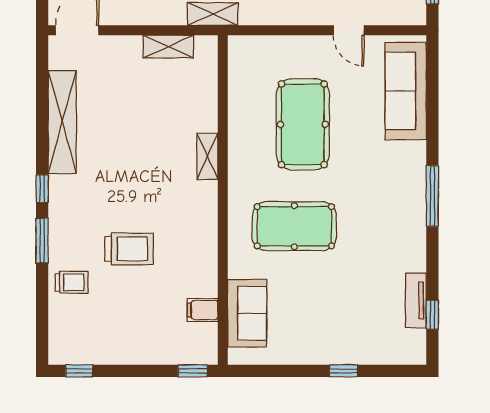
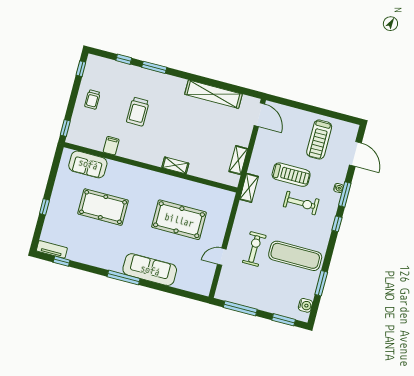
sofa: (406, 91) -> (150, 270), moved
window: (42, 189) -> (124, 59), moved
pool table: (294, 226) -> (103, 207), moved, turned 90
trolley: (71, 282) -> (92, 99), moved
tv unit: (416, 301) -> (52, 249), moved
filing cabinet: (203, 310) -> (111, 146), moved

